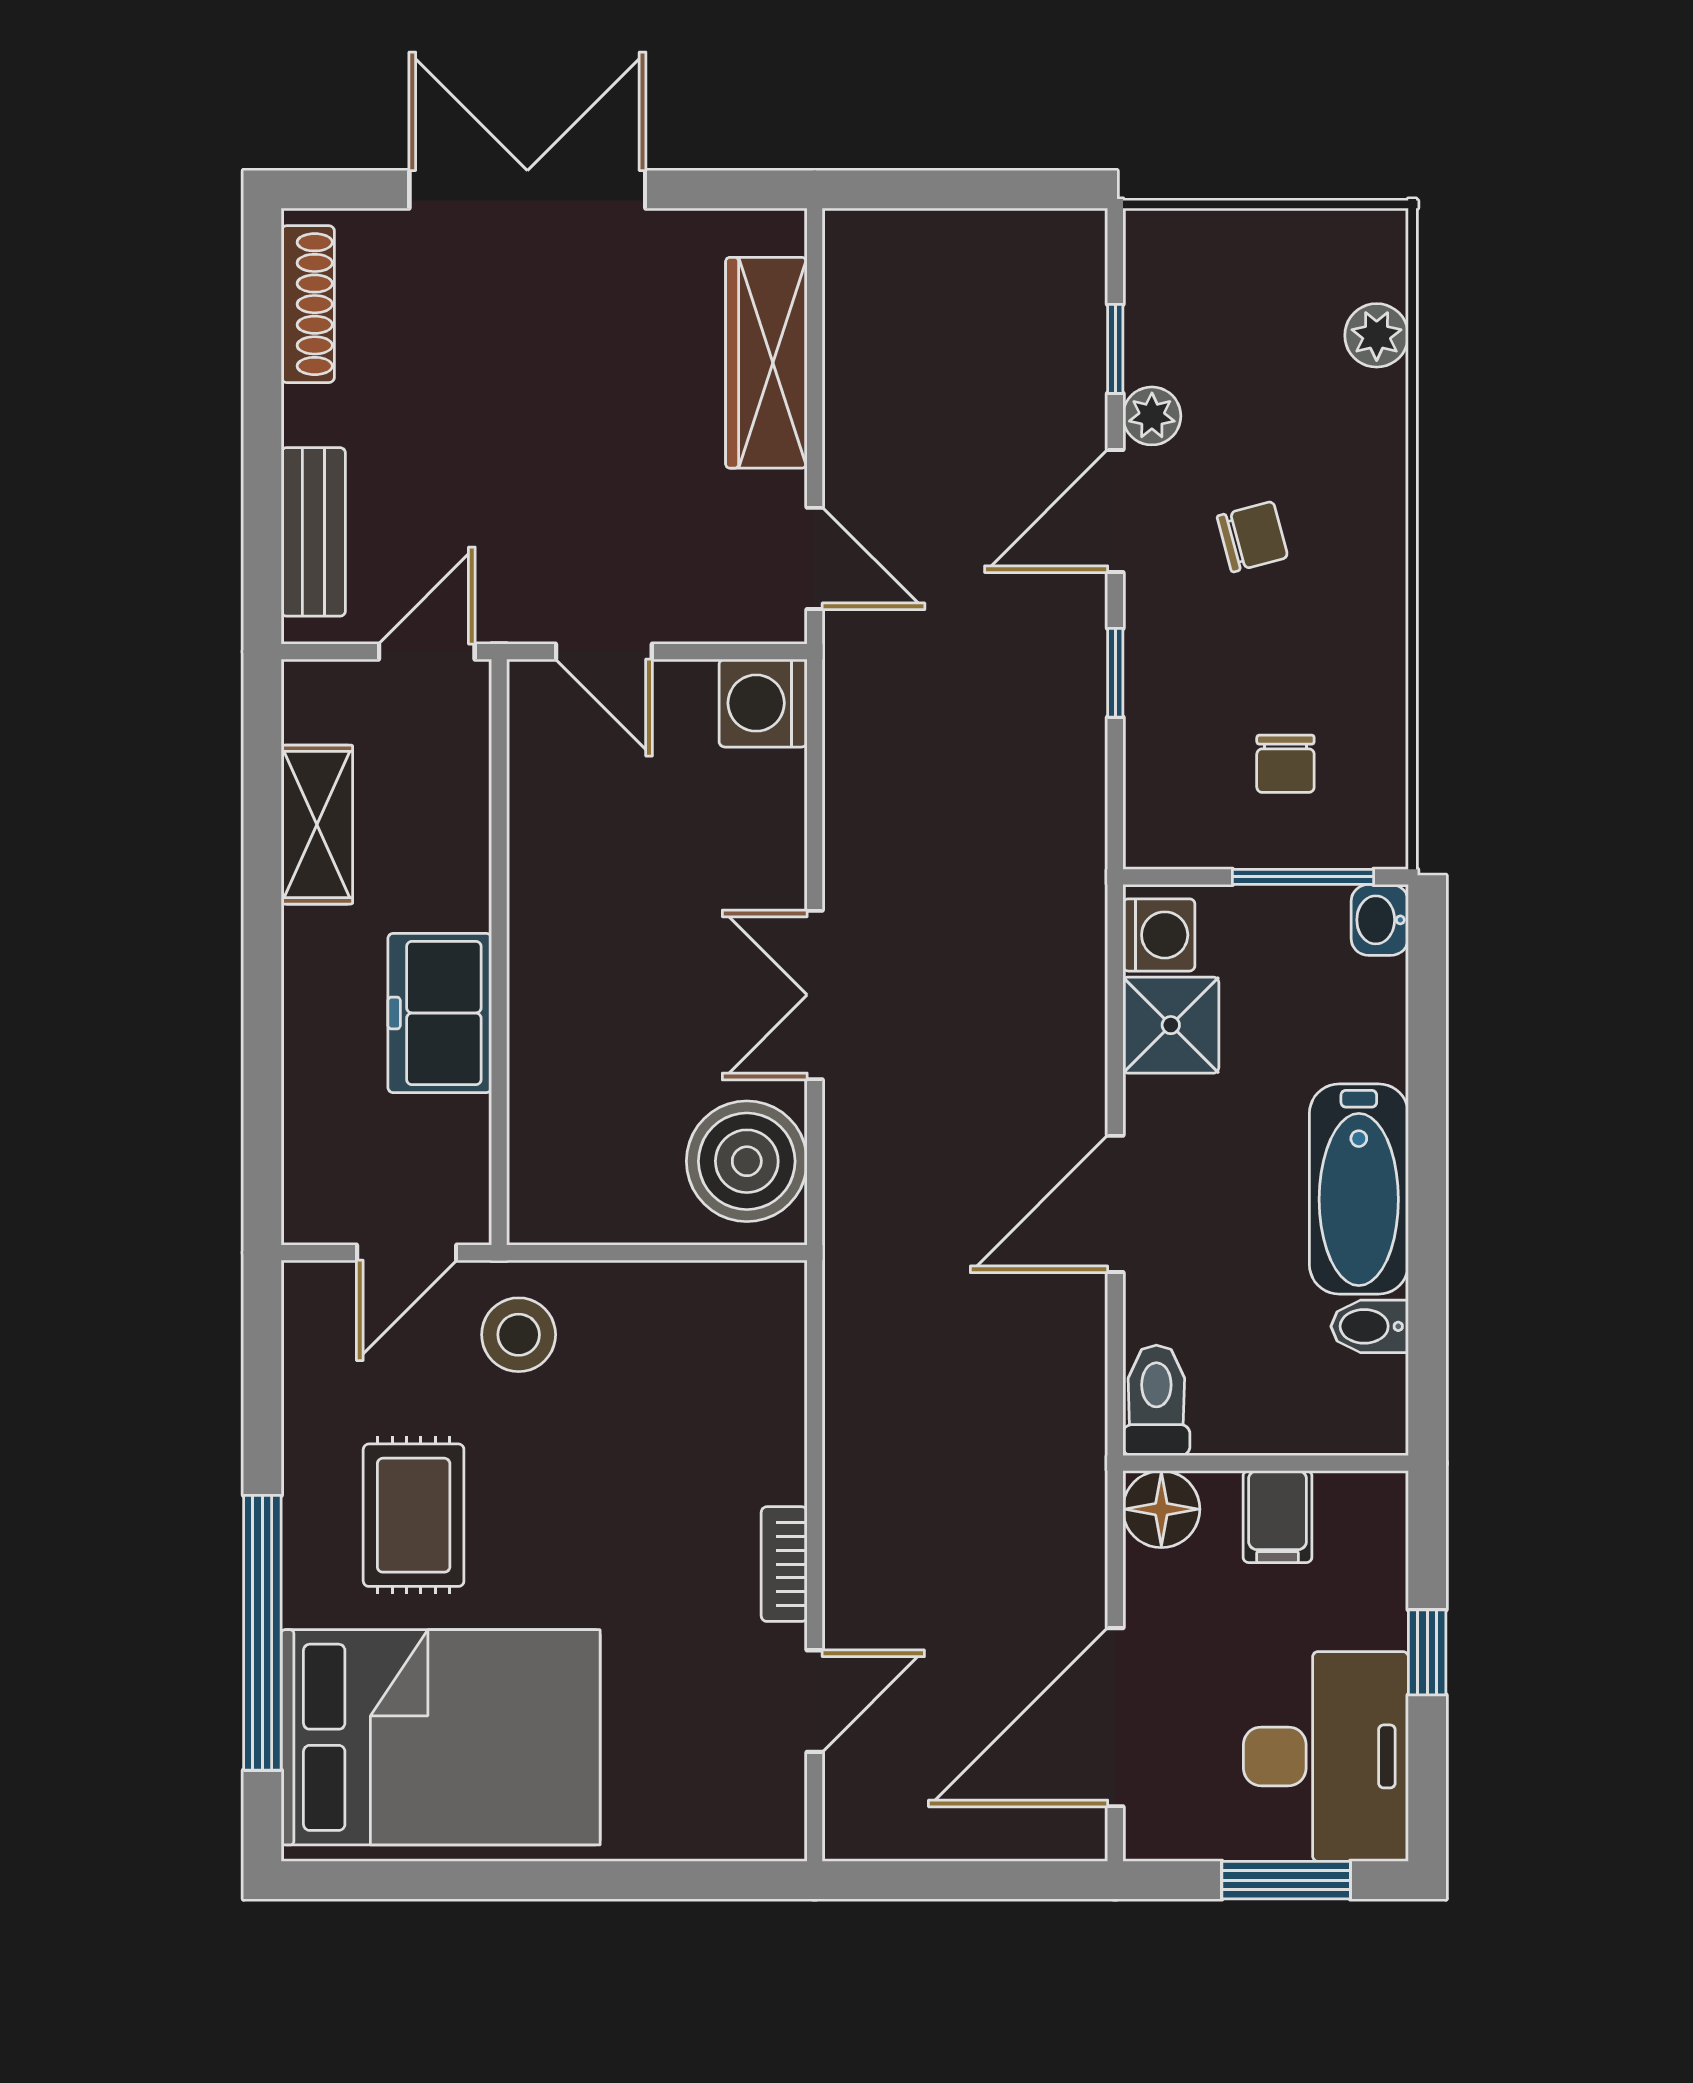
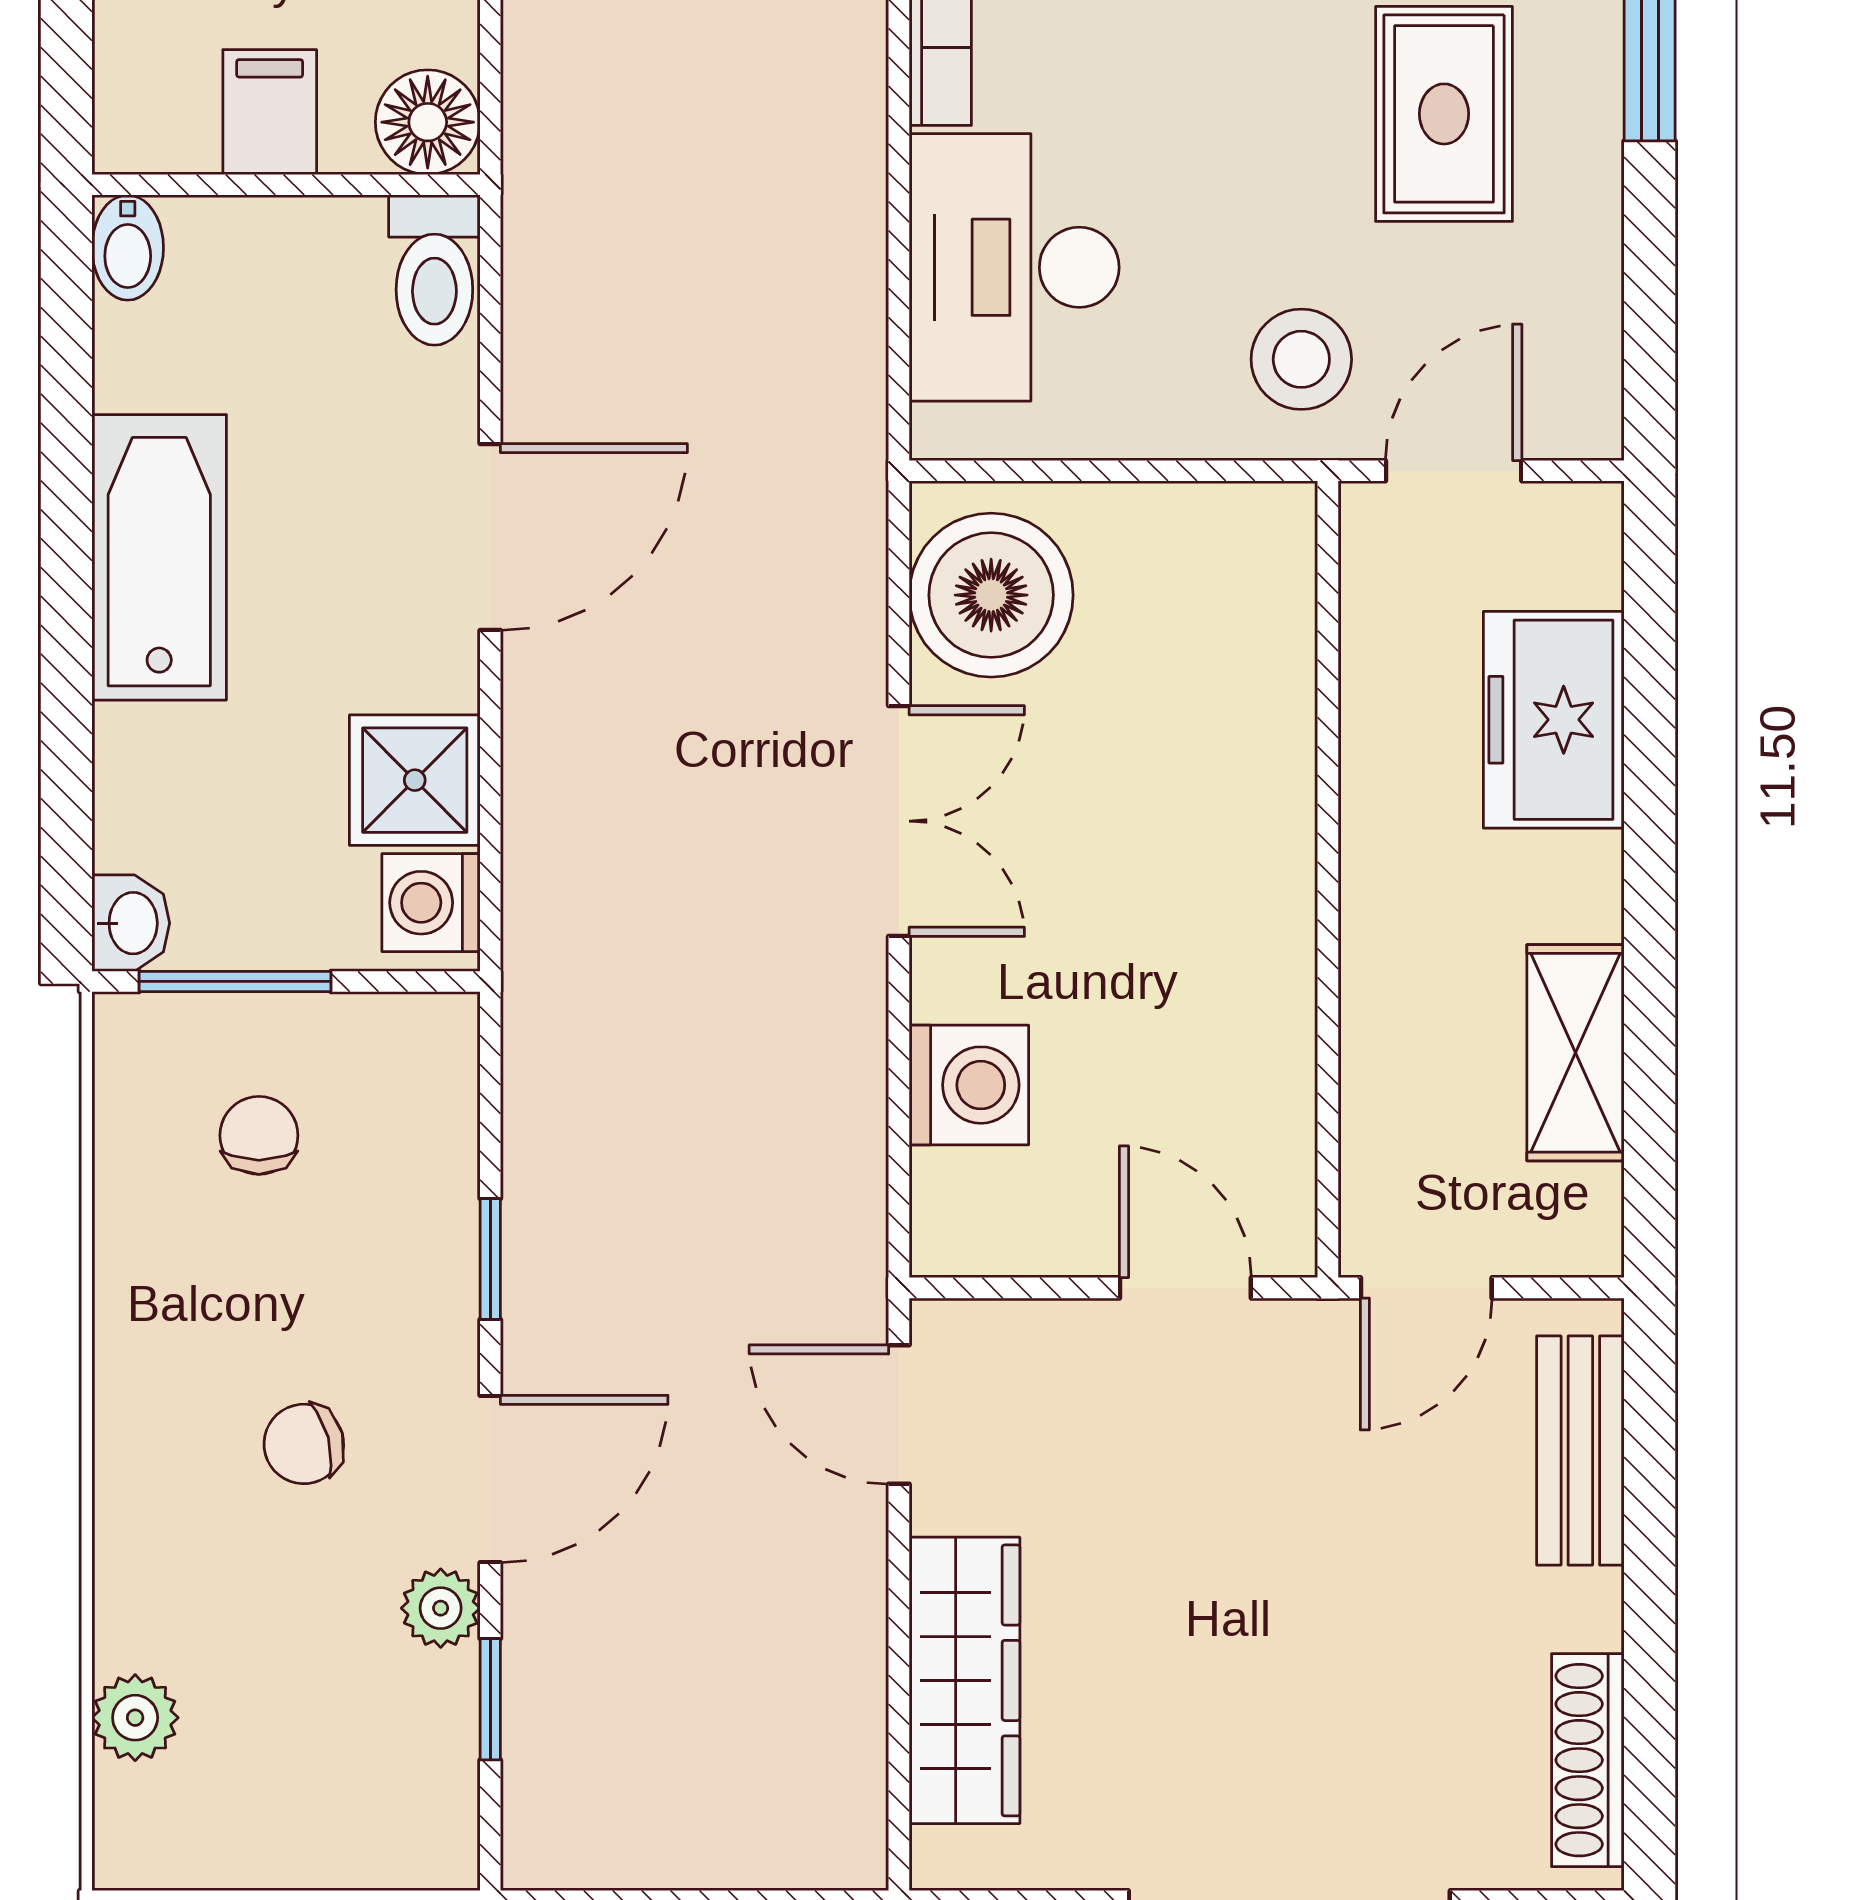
washing machine: (763, 703) -> (969, 1085), moved
freezer: (440, 1013) -> (1554, 720), moved, turned 180
bidet: (1370, 1326) -> (128, 248), moved, turned 90
desk: (730, 1402) -> (1014, 267), added

